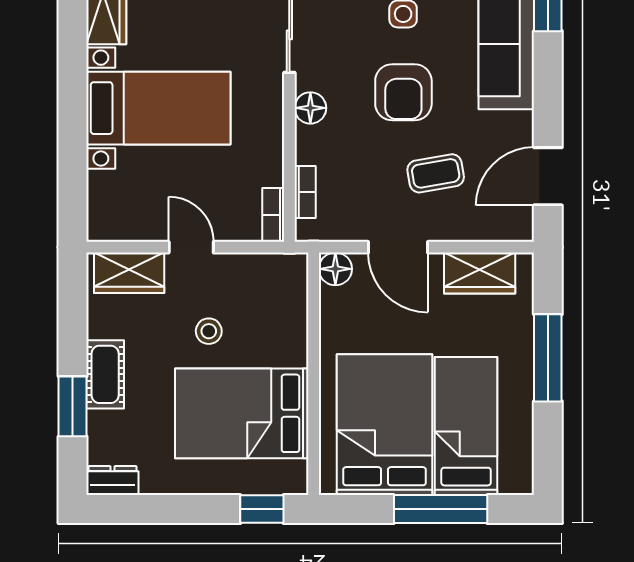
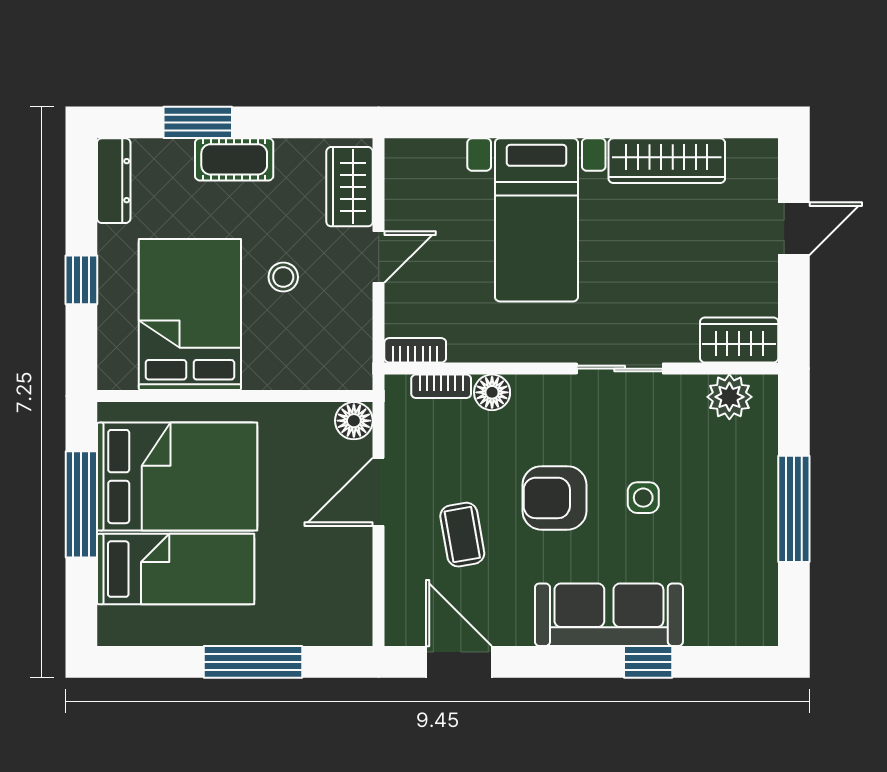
floor lamp: (310, 108) -> (492, 392), moved
wardrobe: (480, 273) -> (349, 584), removed
dresser: (112, 481) -> (114, 181), width x1.44
window: (262, 509) -> (81, 280), moved
window: (441, 509) -> (81, 504), moved

